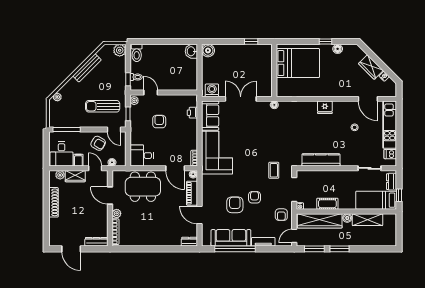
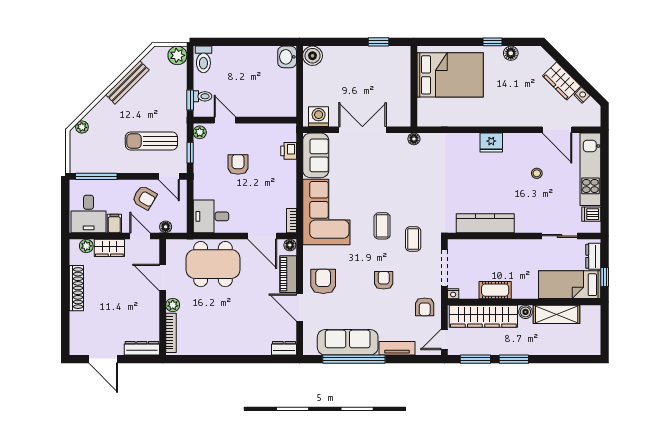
coffee table: (253, 162) -> (382, 226), added
armchair: (235, 205) -> (323, 281), moved

